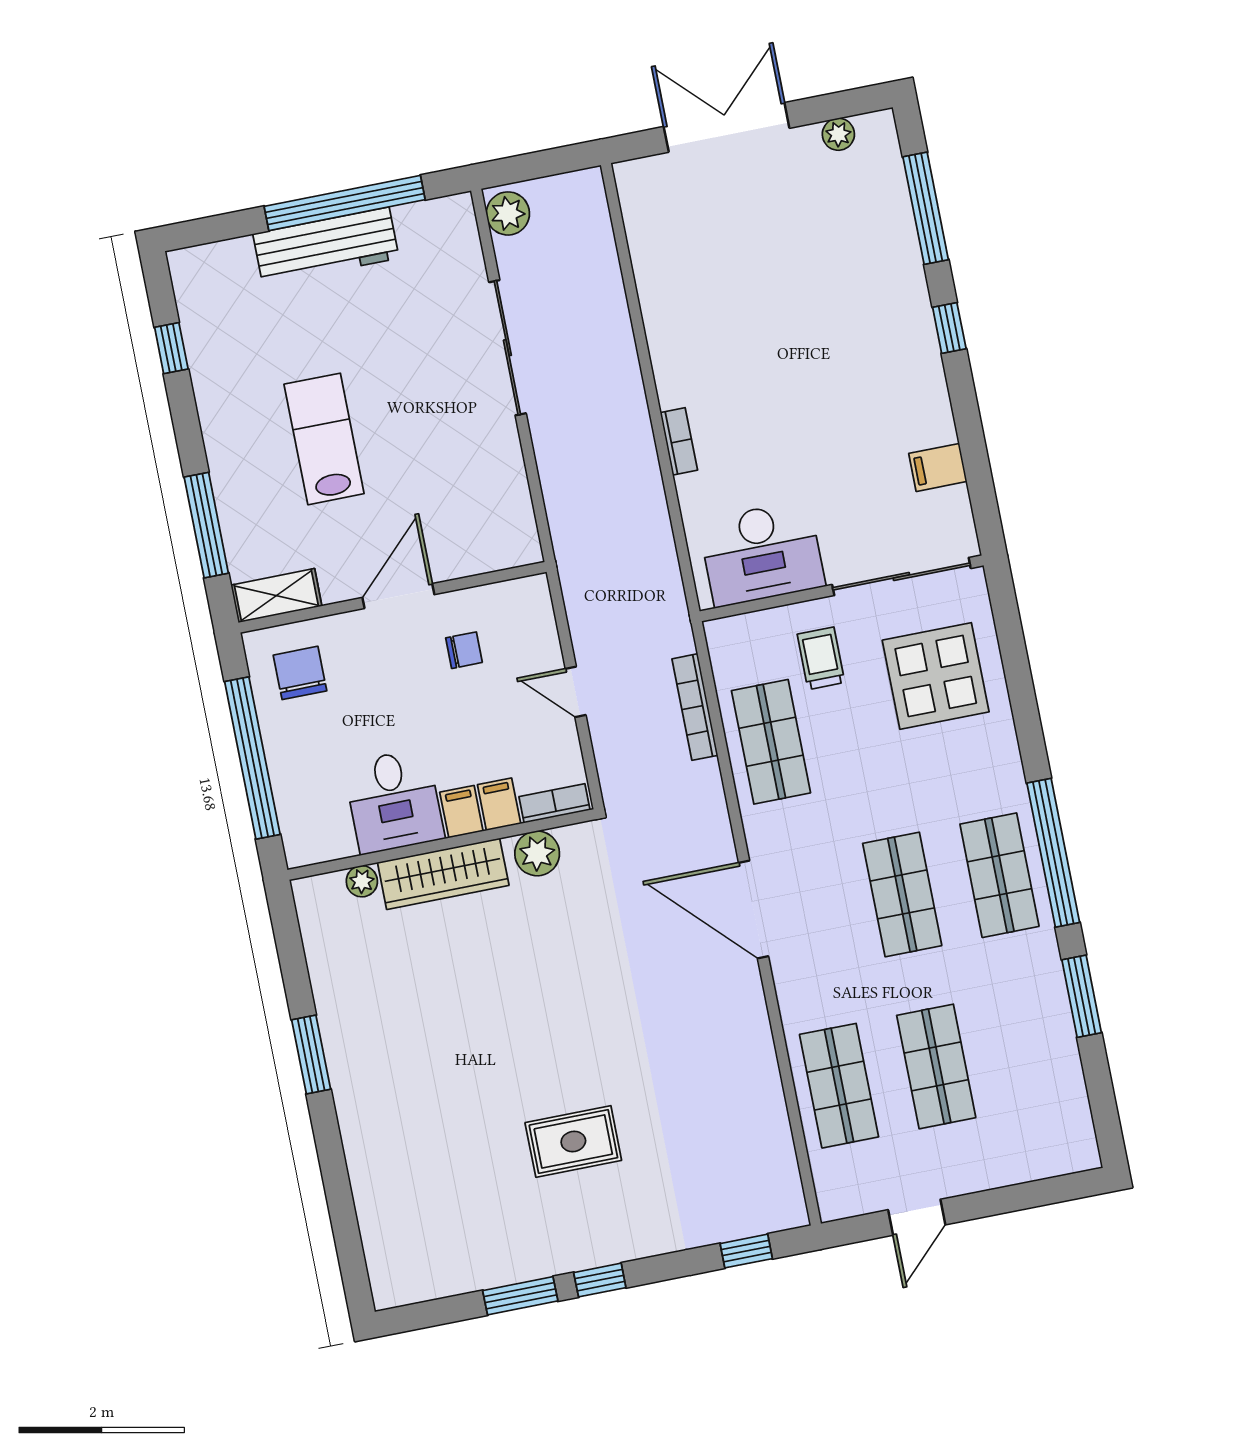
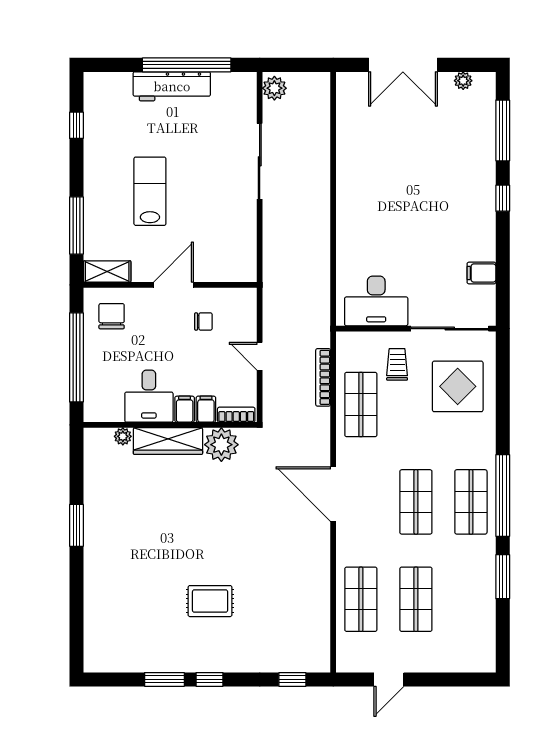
double door: (727, 127) -> (403, 65), swing flipped
bookcase: (679, 441) -> (343, 231), removed
plant: (537, 853) -> (221, 445), width x1.36, depth x1.36

